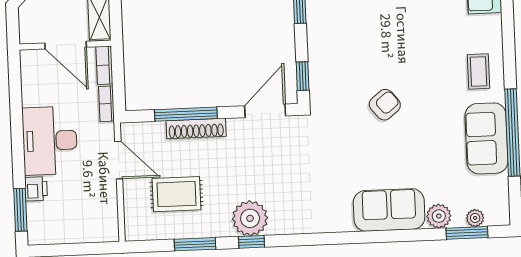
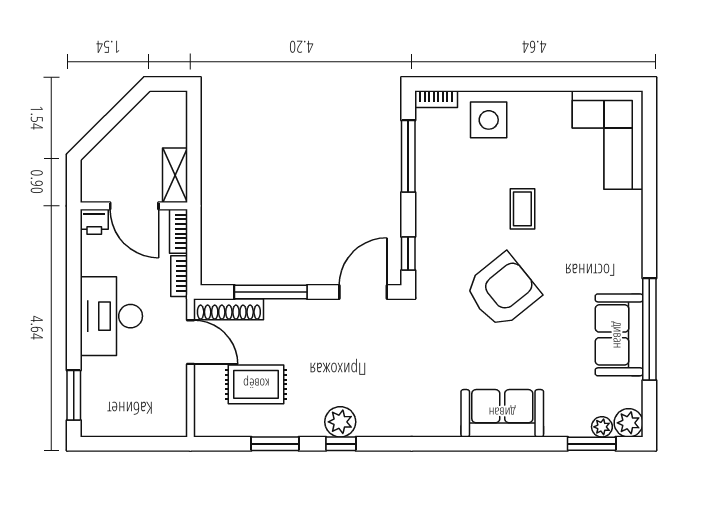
coffee table: (478, 71) -> (522, 209), moved
armchair: (385, 105) -> (502, 291), width x1.88, depth x1.88
shoe rack: (196, 129) -> (229, 309), moved
printer: (36, 189) -> (94, 222), moved, turned 90
plant: (439, 216) -> (629, 423), moved
plant: (250, 218) -> (340, 422), width x0.73, depth x0.73

